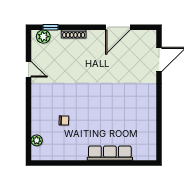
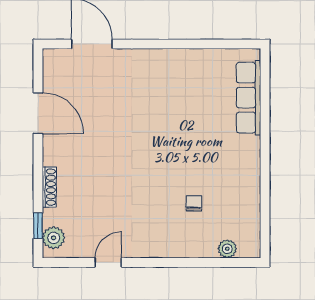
row of seats: (110, 153) -> (249, 98), moved

